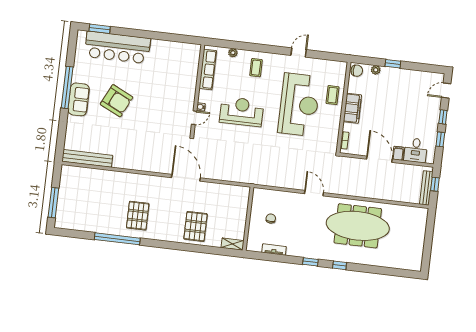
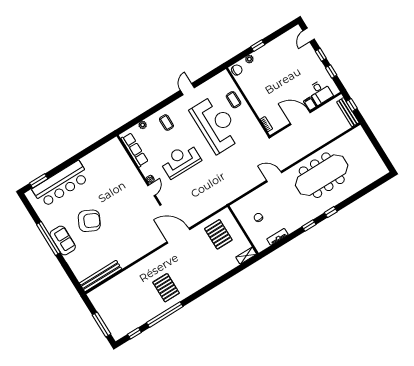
filing cabinet: (352, 108) -> (254, 98), removed
pallet: (196, 226) -> (218, 234), moved
window: (77, 234) -> (134, 333), added

